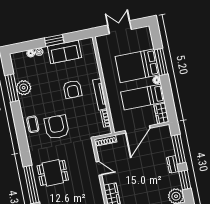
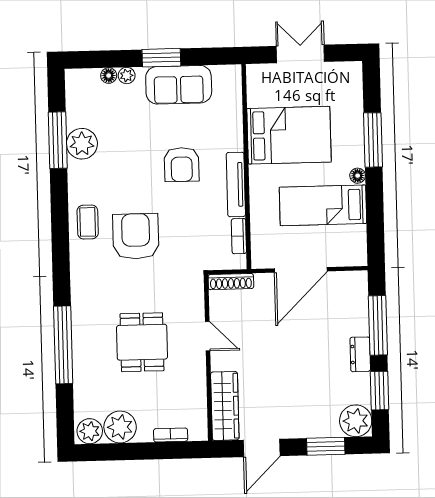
bed: (137, 66) -> (289, 135), moved, turned 180
wardrobe: (161, 114) -> (355, 246), removed
dining table: (53, 173) -> (142, 342), moved, turned 90

